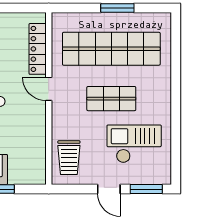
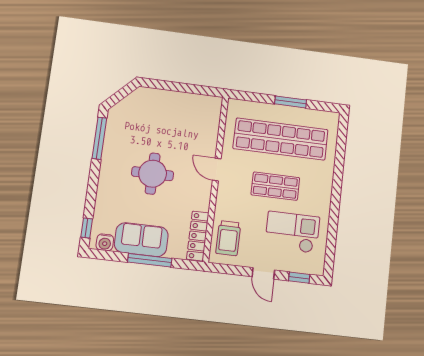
locker: (38, 49) -> (198, 236), moved
window: (146, 189) -> (299, 278), width x0.67

